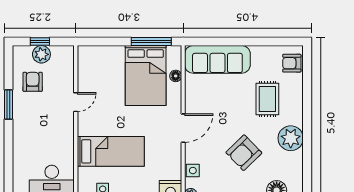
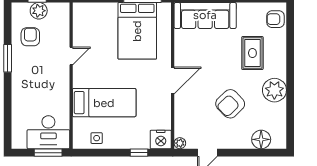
floor lamp: (176, 76) -> (166, 31), removed
side table: (193, 171) -> (182, 121), removed

